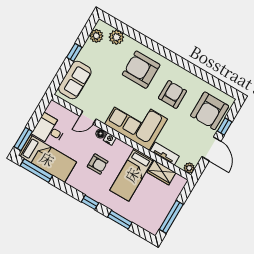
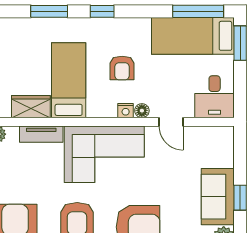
sofa: (75, 80) -> (218, 197), moved
door: (88, 118) -> (171, 122), swing flipped
desk: (49, 130) -> (215, 97), moved, turned 90
armchair: (98, 164) -> (122, 68), turned -90

